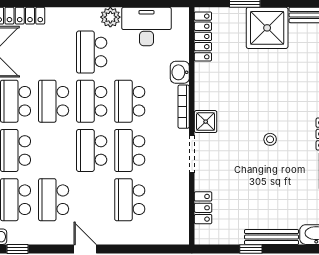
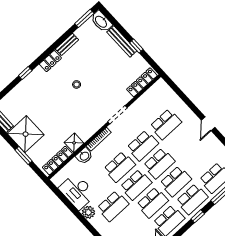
shower: (206, 122) -> (74, 143), moved
school desk: (54, 200) -> (176, 181), moved
locker: (203, 208) -> (142, 82), width x1.53

